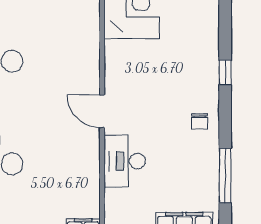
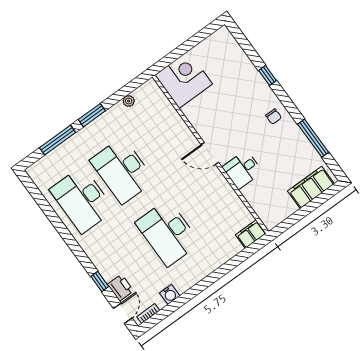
desk: (125, 161) -> (242, 169), width x0.73

